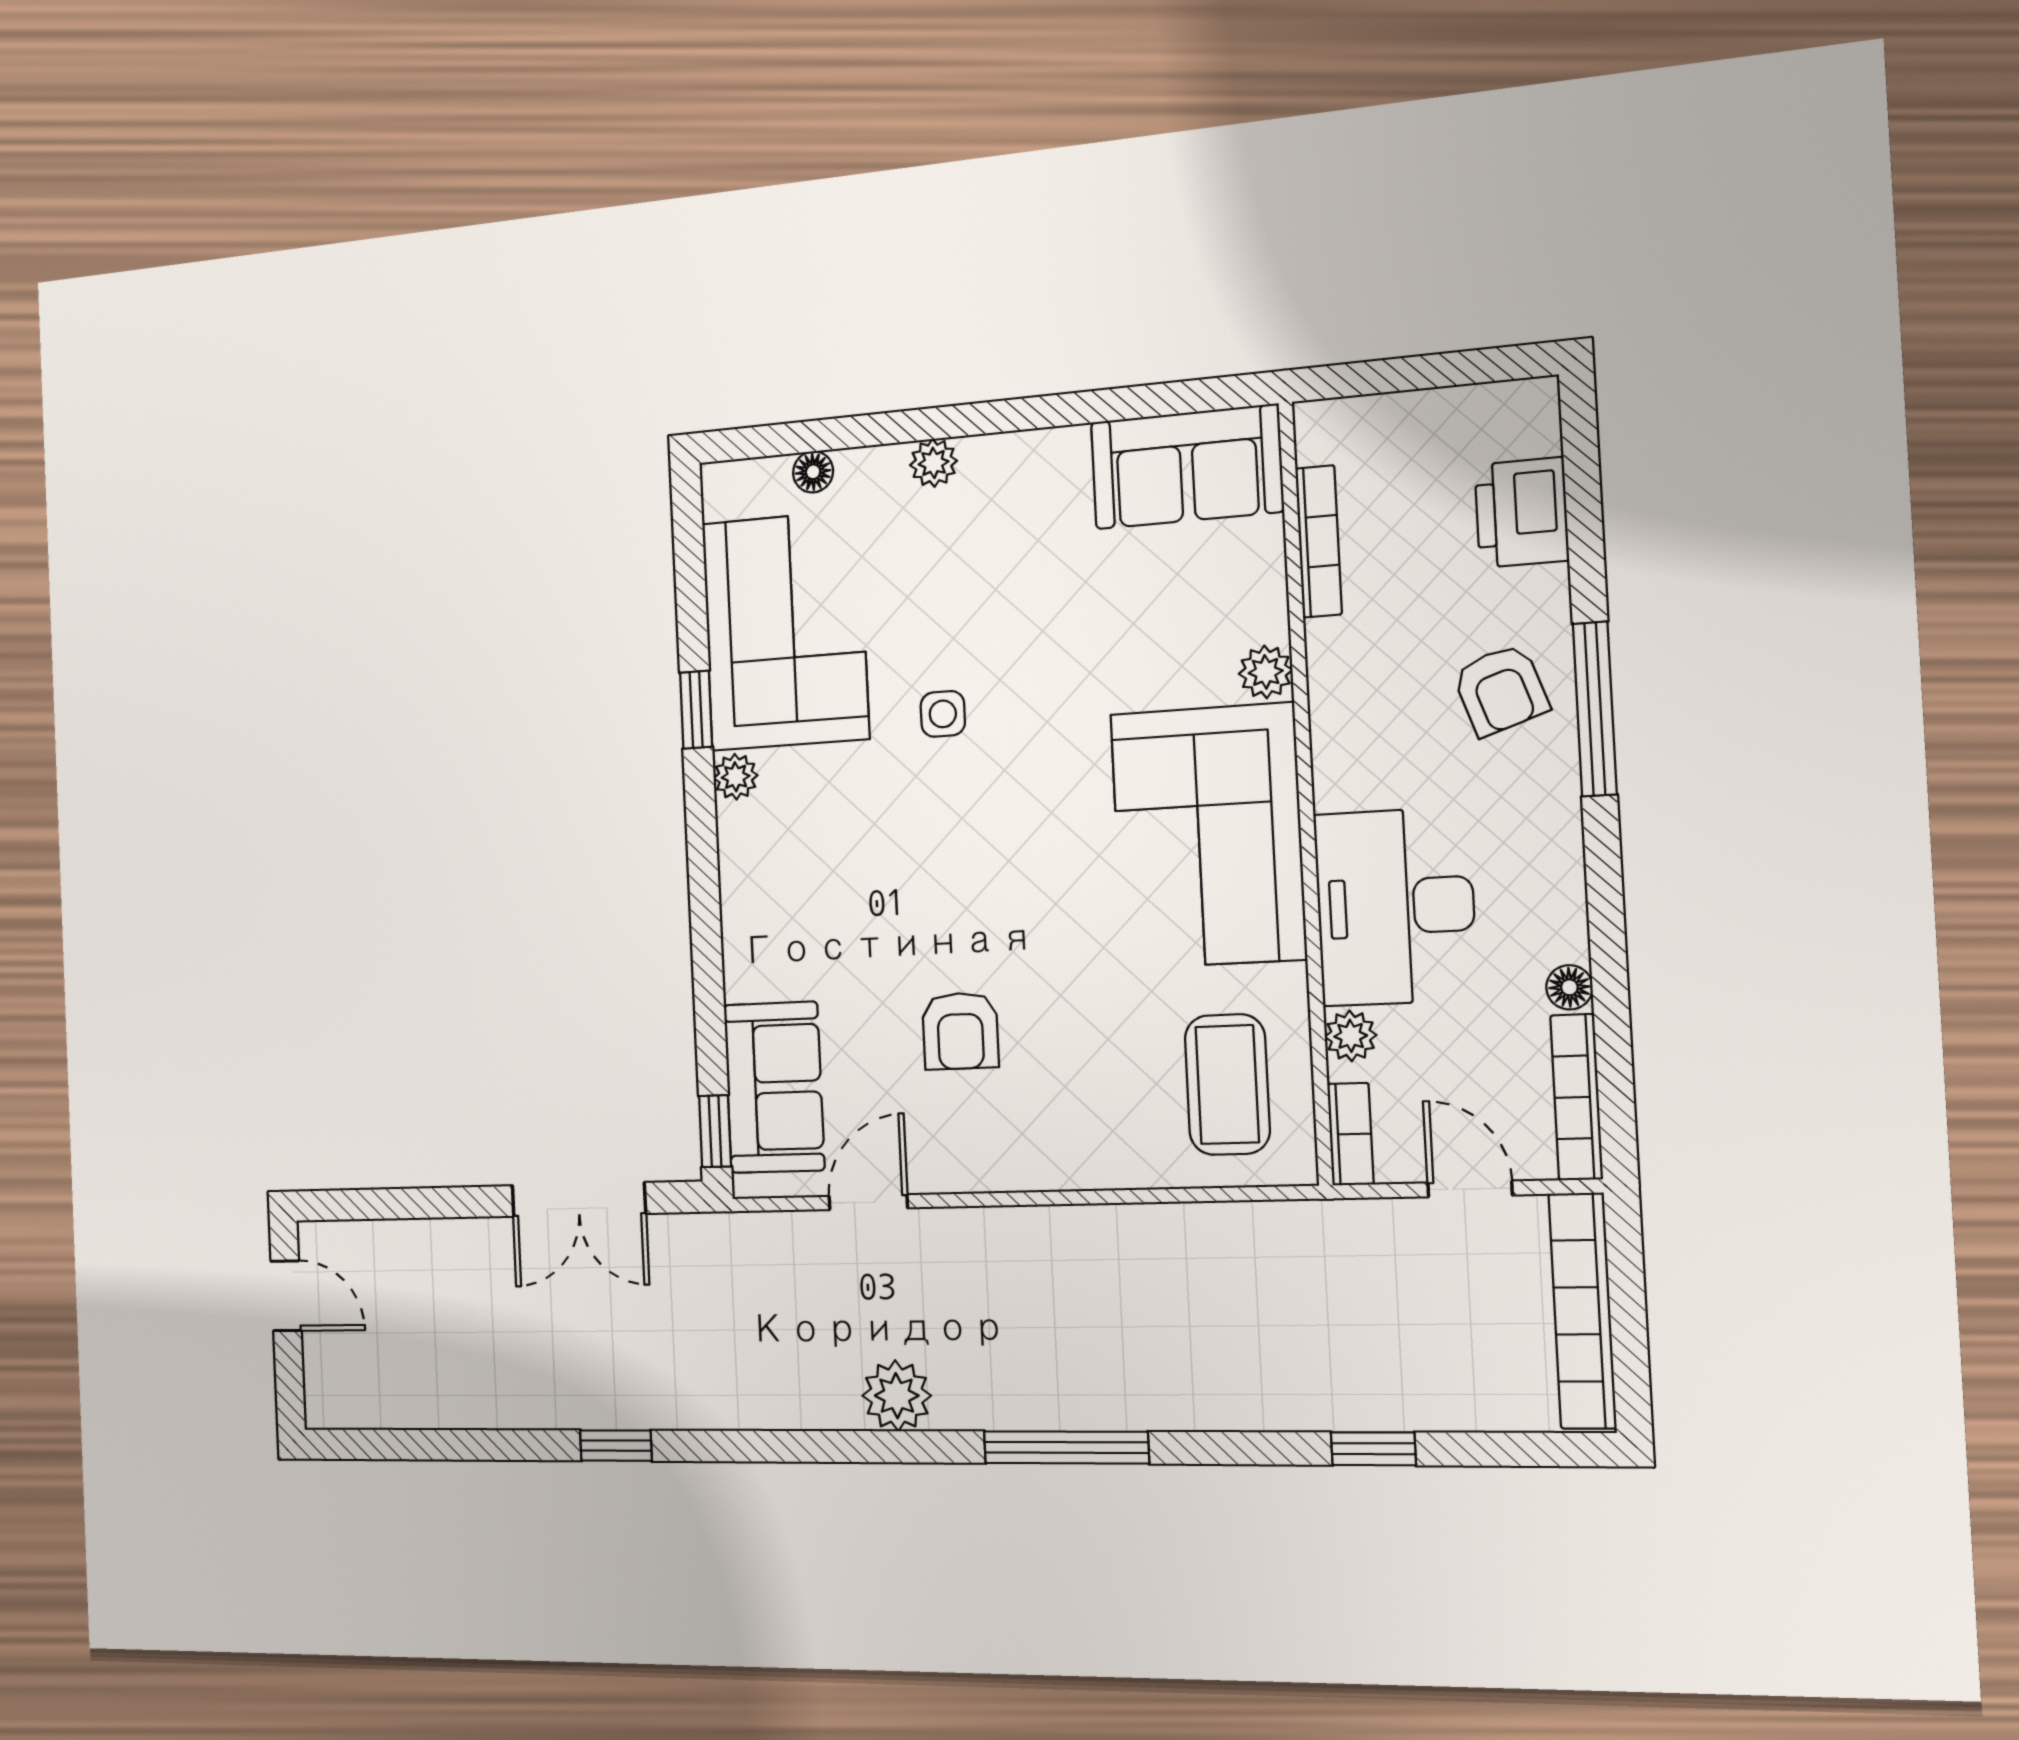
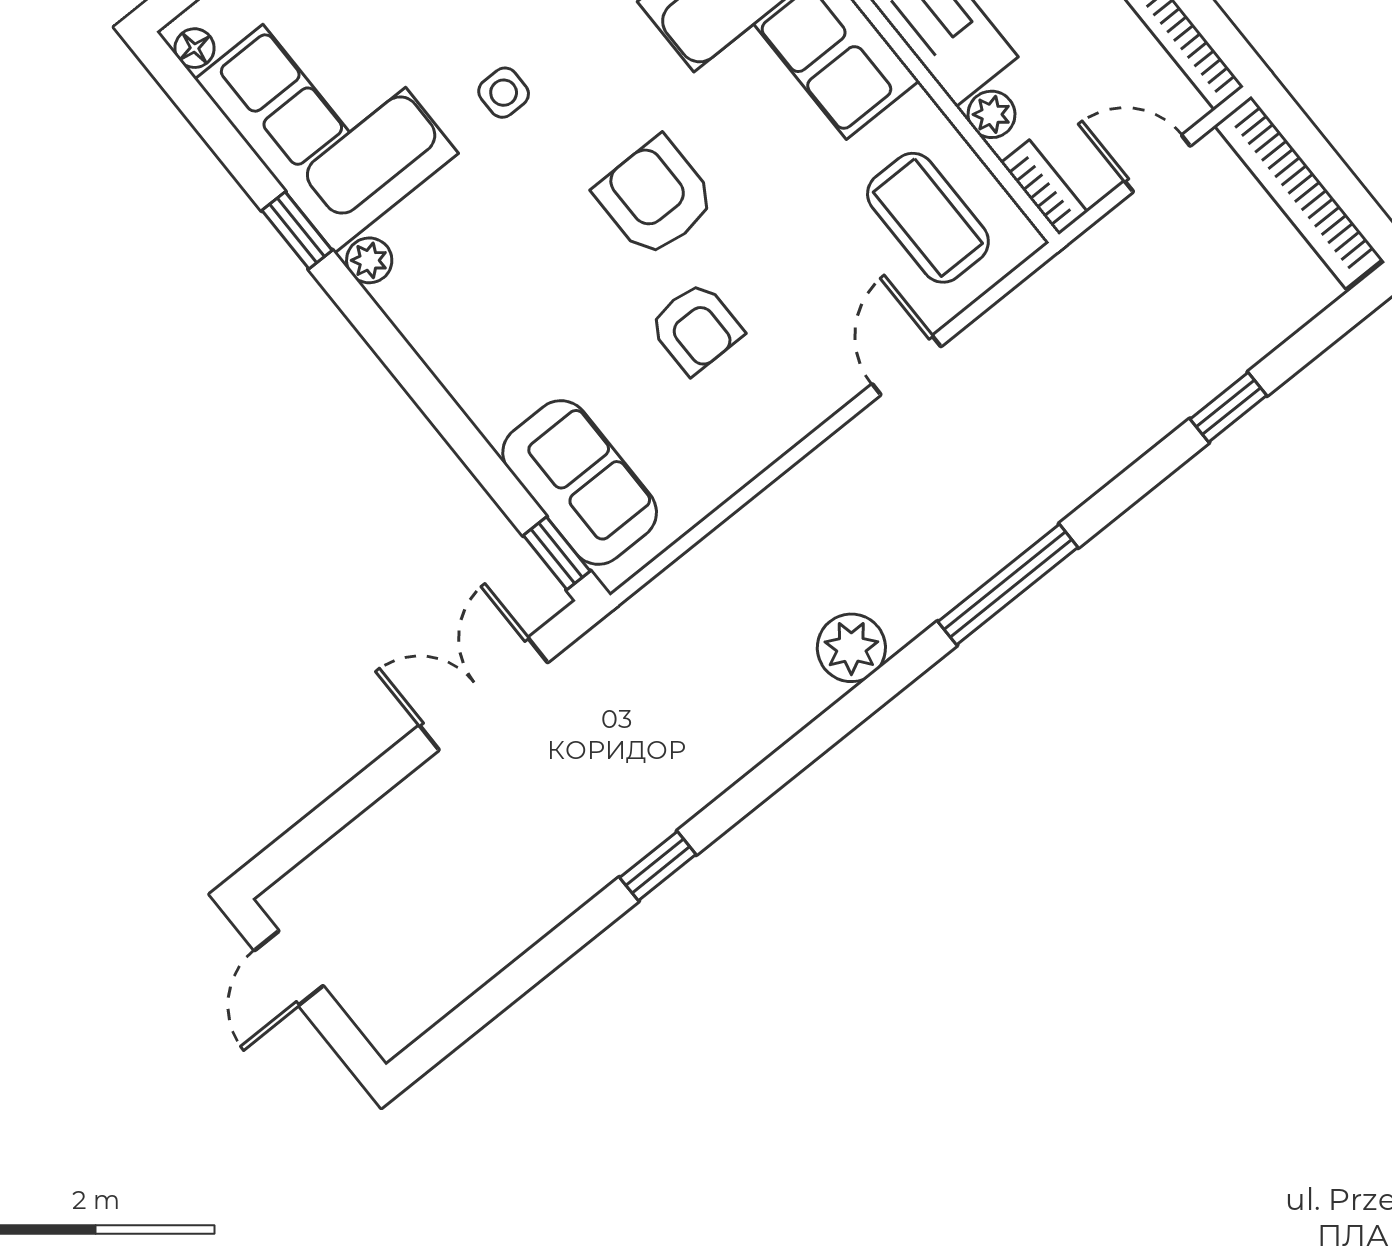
floor lamp: (720, 498) -> (195, 48), added
armchair: (1006, 895) -> (655, 197), added
double door: (579, 1200) -> (484, 694), swing flipped
door: (868, 1202) -> (907, 365), moved
door: (286, 1296) -> (289, 968), swing flipped

